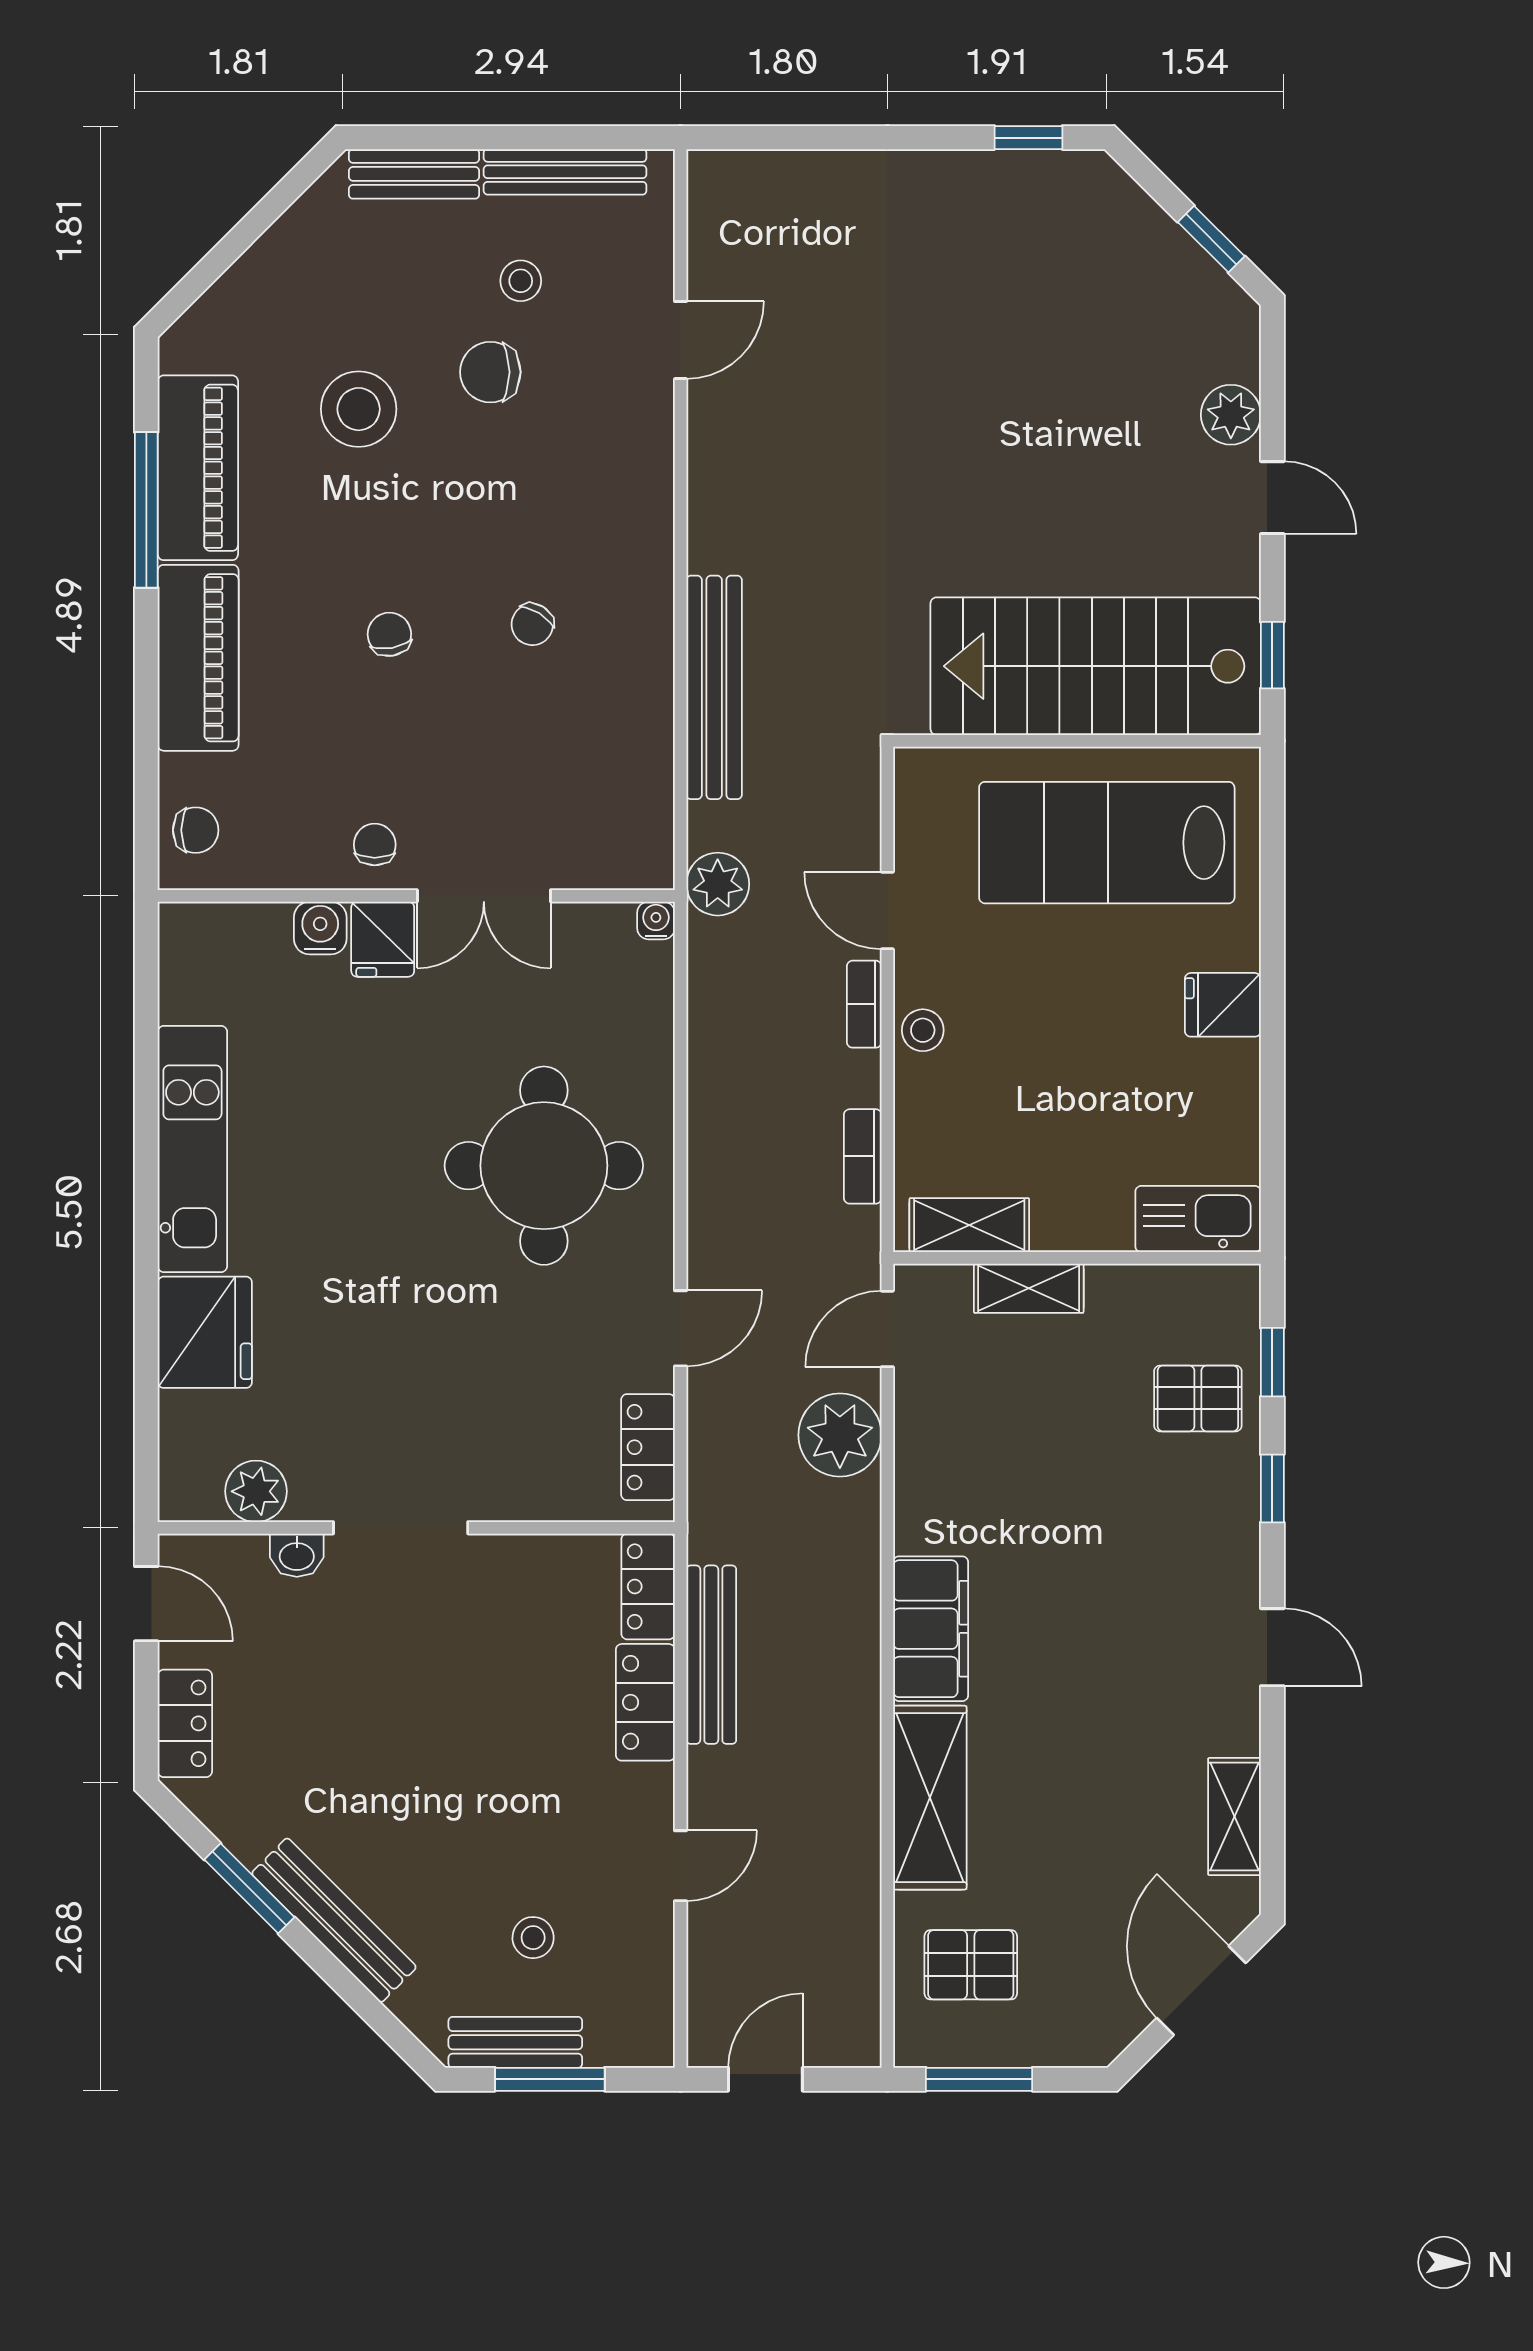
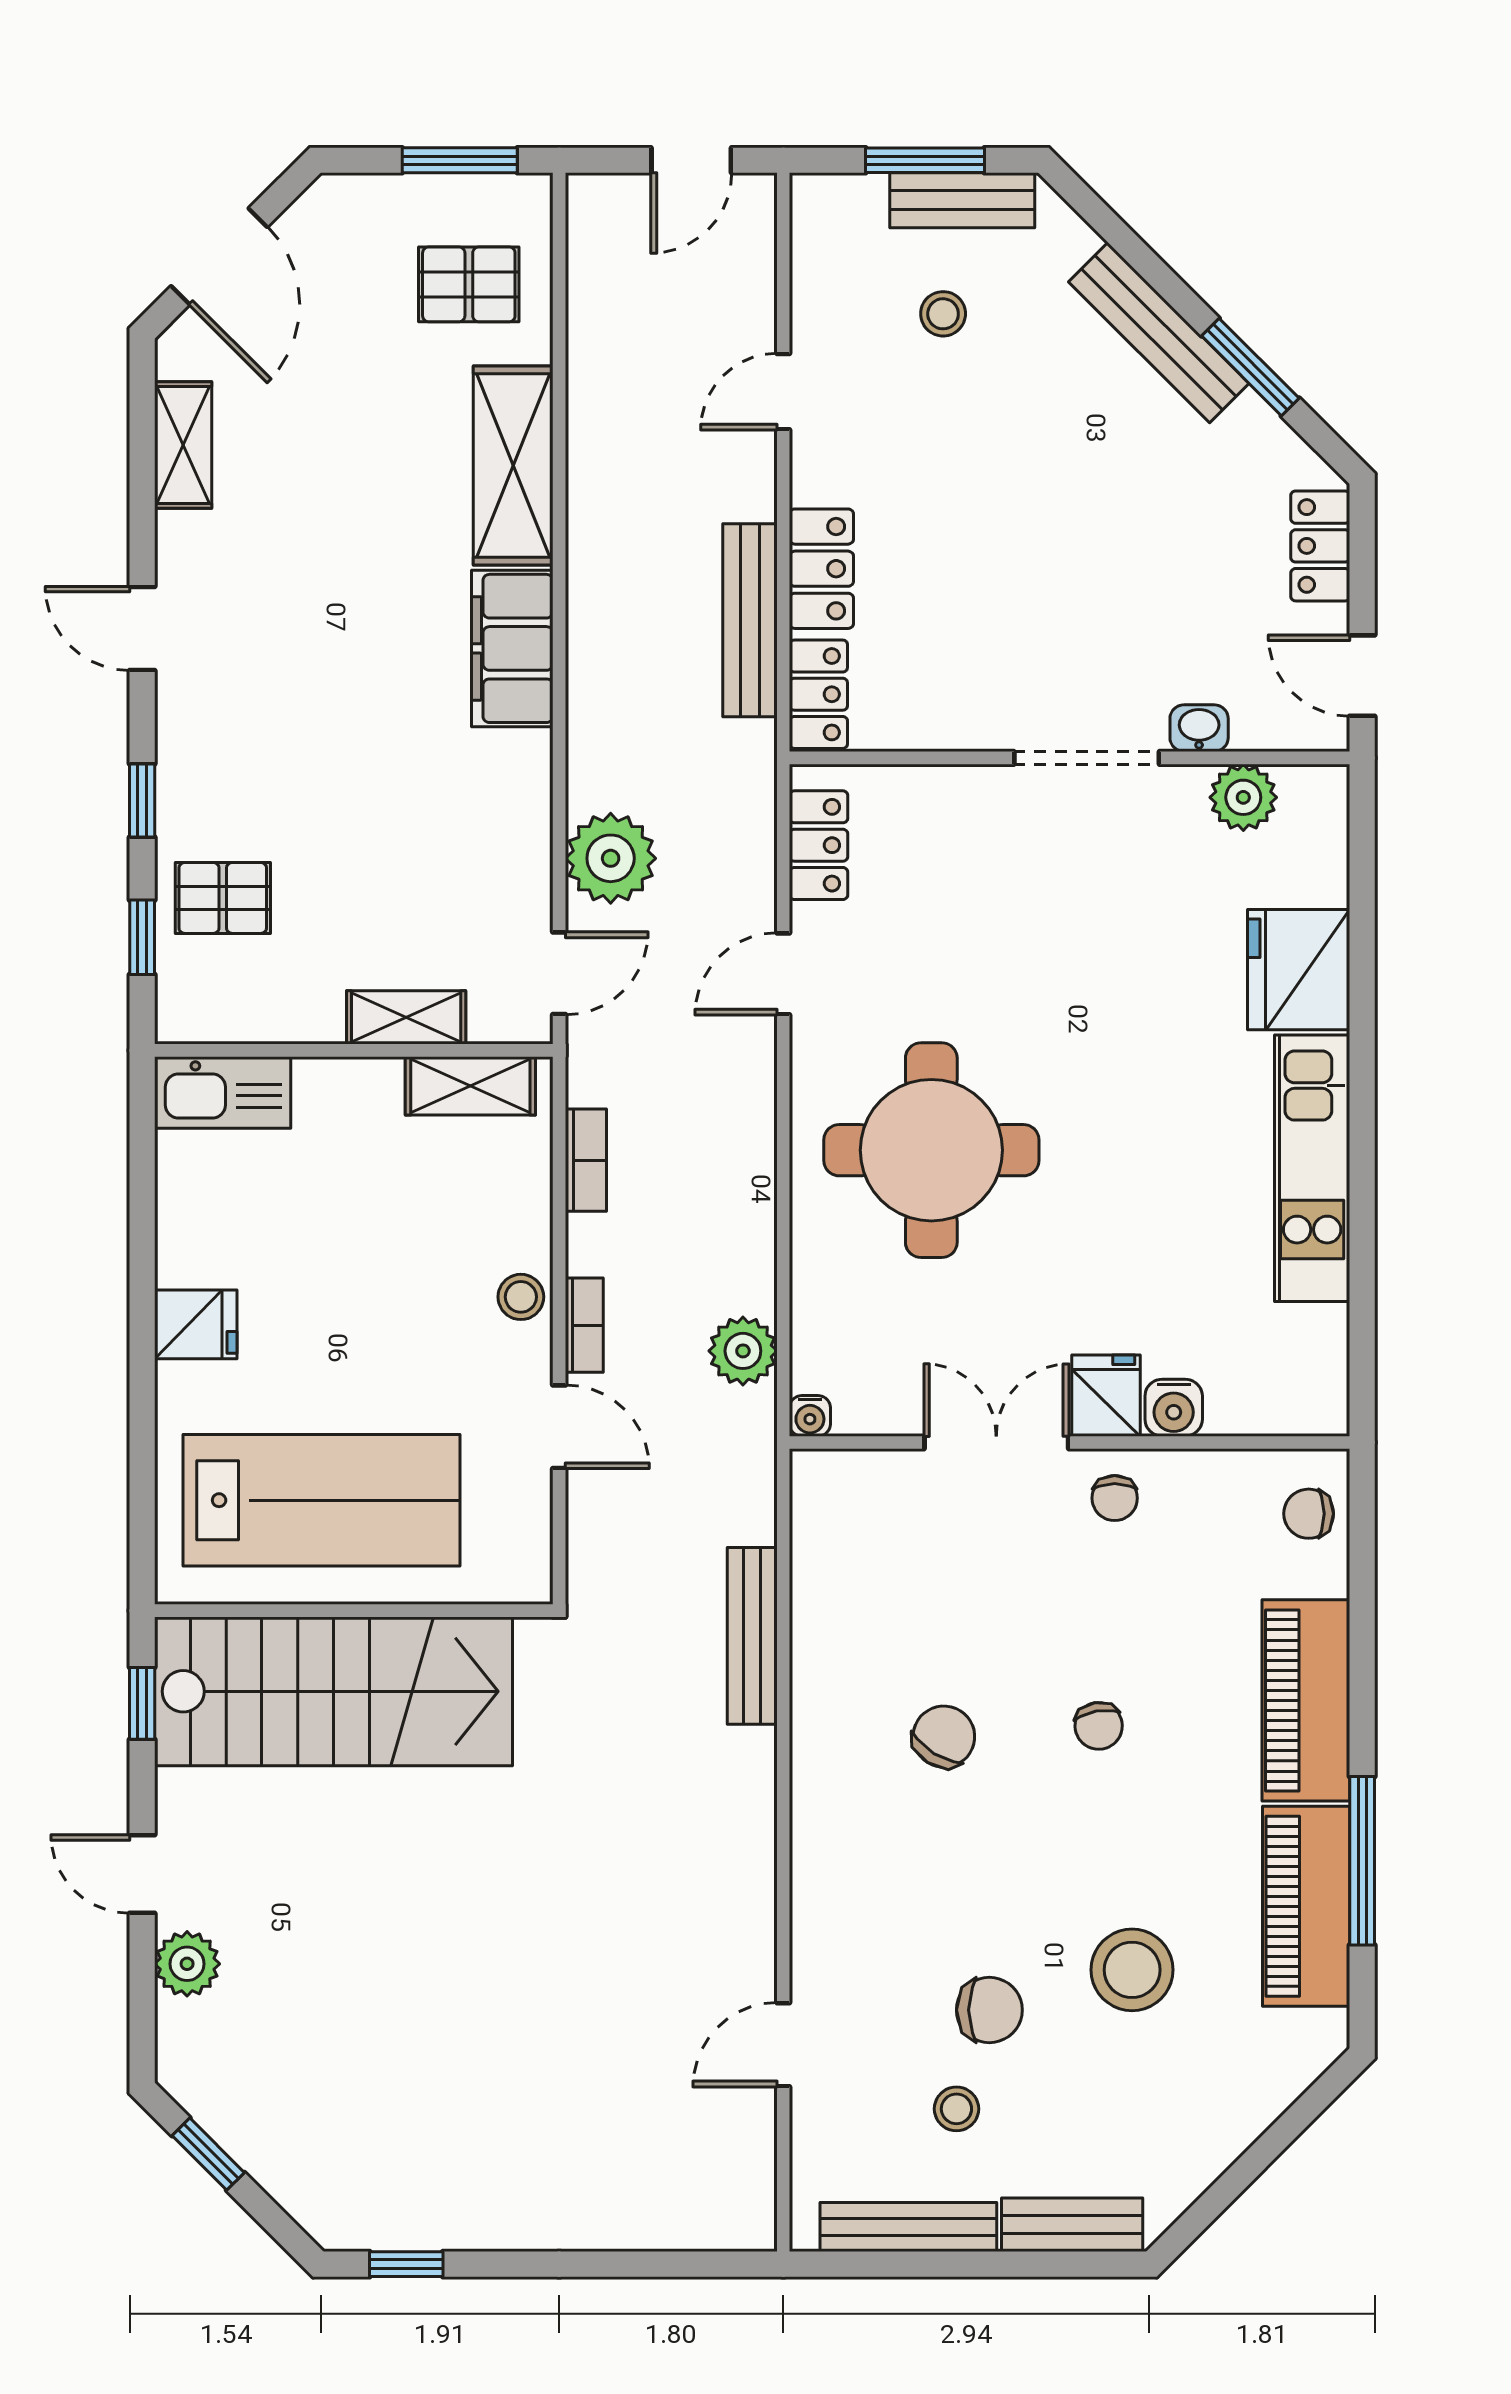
chair: (532, 624) -> (944, 1737), width x1.37, depth x1.37
bench: (714, 687) -> (752, 1636), width x0.73, depth x0.82
plant: (718, 884) -> (743, 1351), moved

